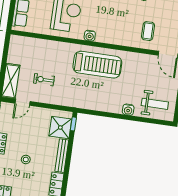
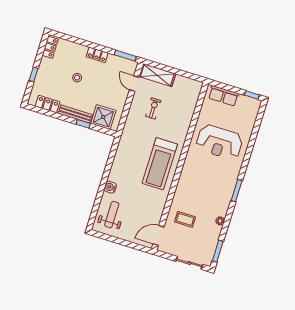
water cooler: (90, 36) -> (190, 161), removed
weight bench: (155, 104) -> (112, 215), turned 180
window: (73, 124) -> (83, 124), moved

